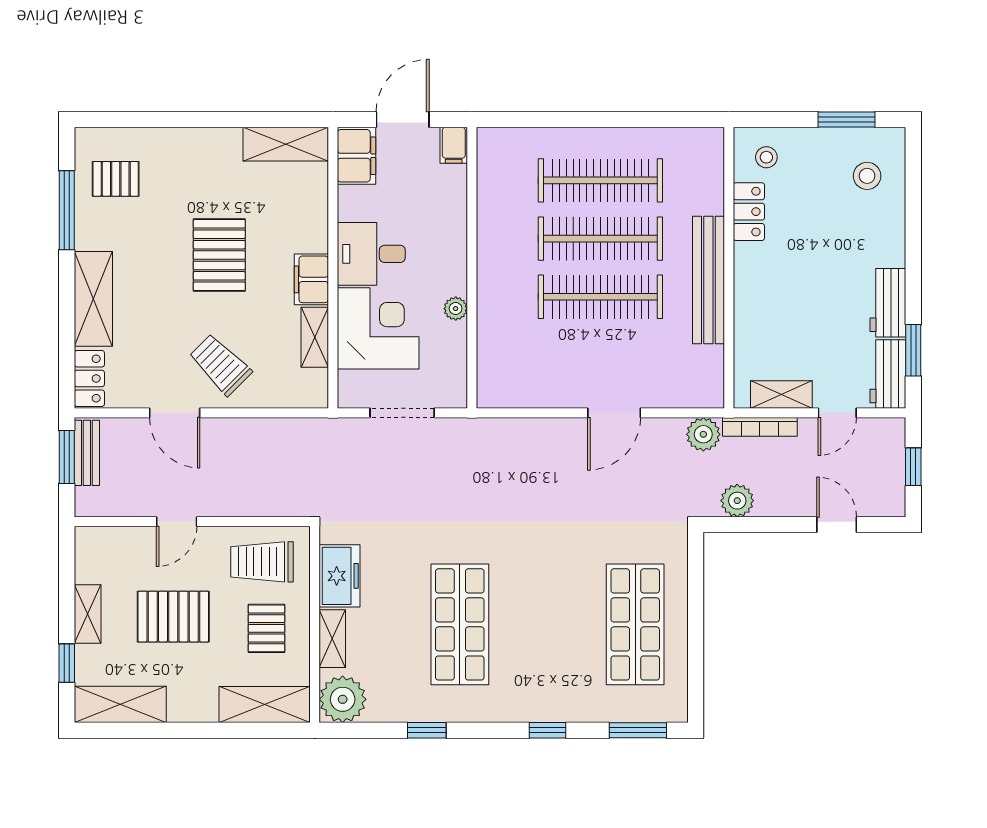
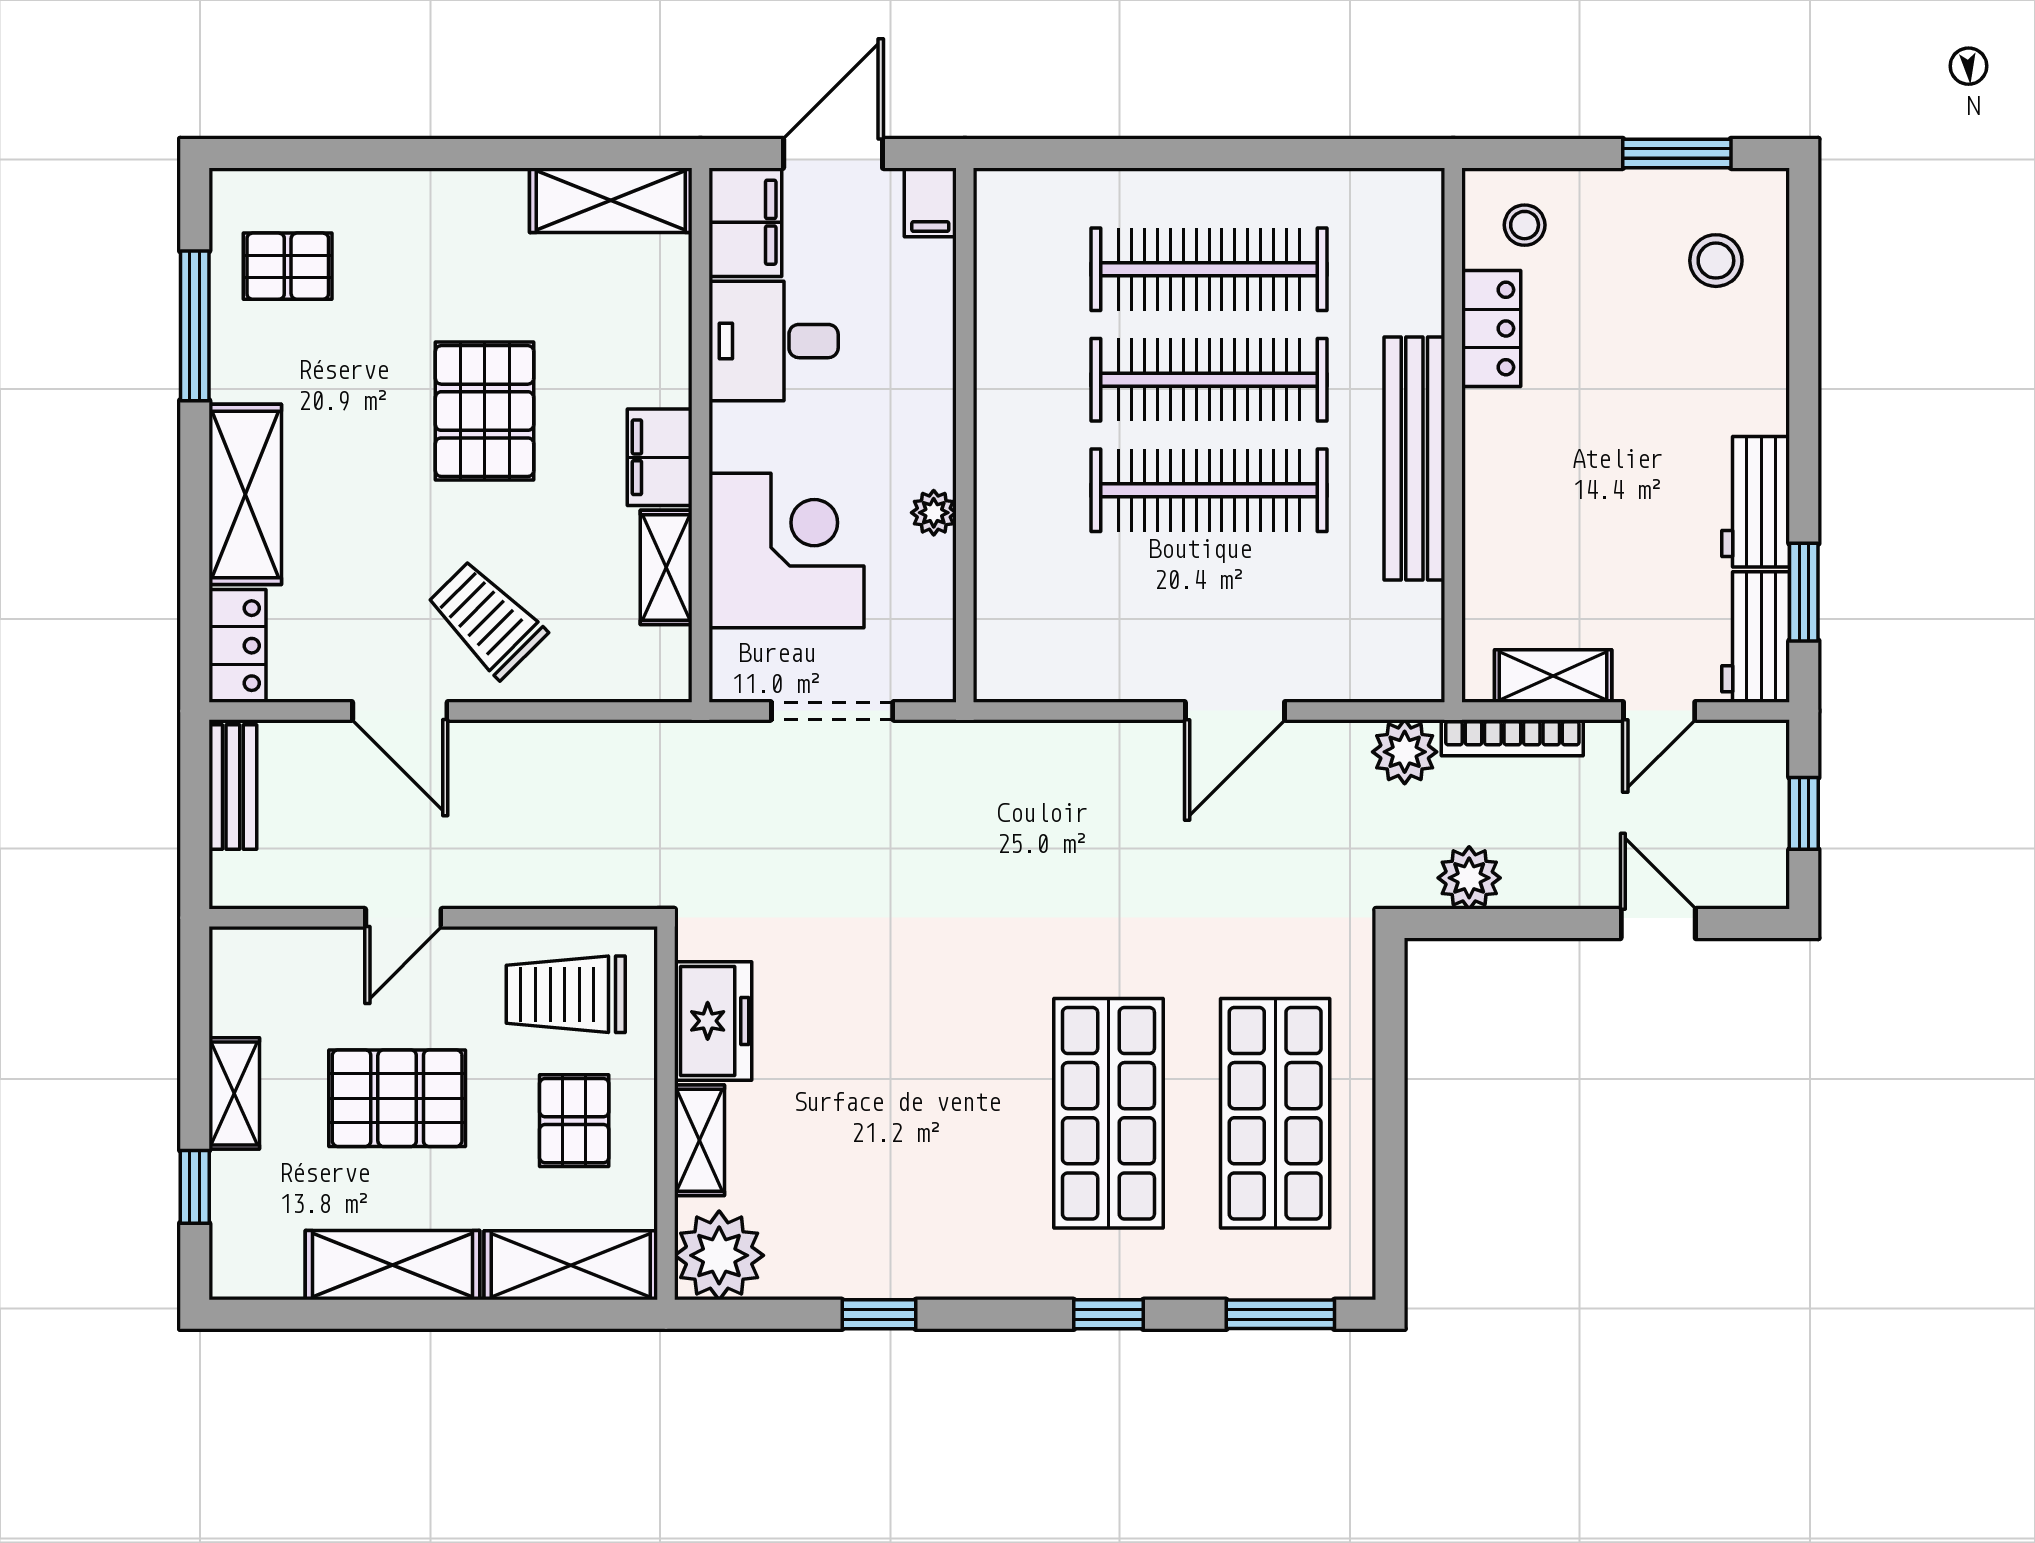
desk: (371, 254) -> (774, 341), moved
window: (67, 457) -> (195, 795), removed
shop shelf: (460, 624) -> (1108, 1113), moved
shelving: (120, 704) -> (393, 1265), moved

